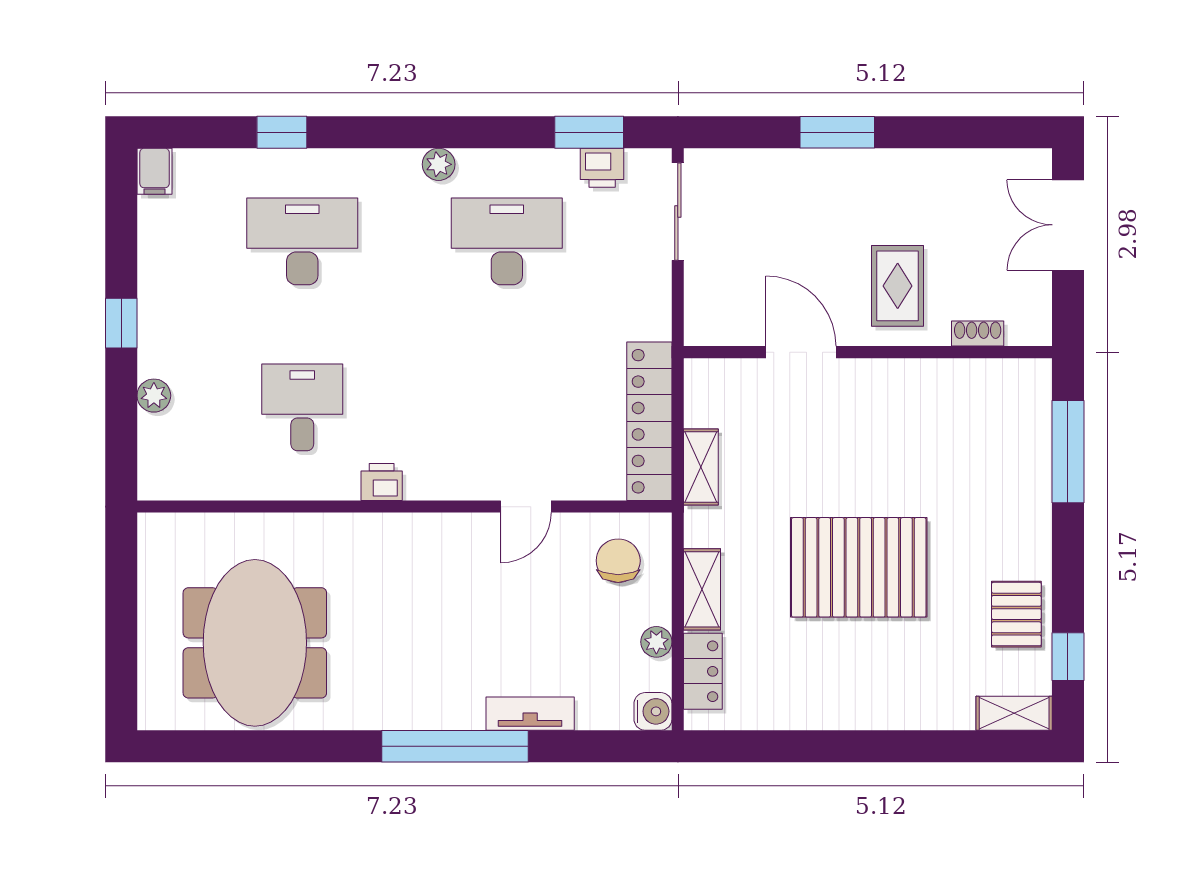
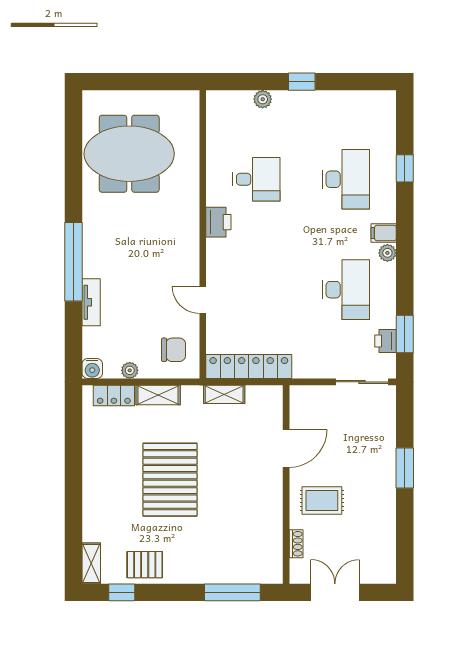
filing cabinet: (155, 171) -> (384, 233), moved
double door: (1068, 225) -> (335, 592), moved
printer: (382, 482) -> (218, 222), width x1.36, depth x1.24

